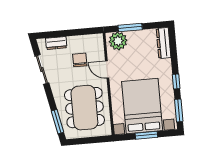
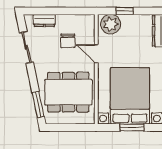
window: (130, 28) -> (125, 11), width x0.67
chair: (80, 60) -> (68, 41), turned 180
dining table: (84, 108) -> (68, 92), turned 90

